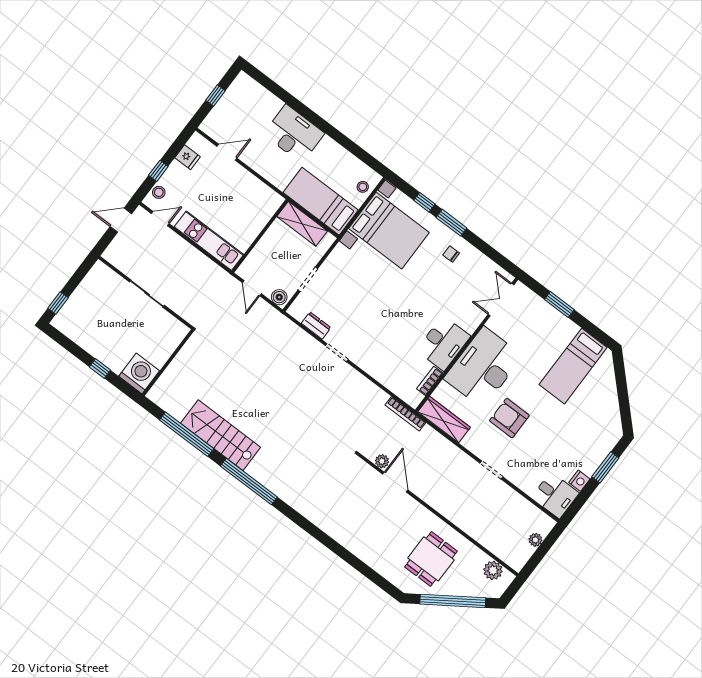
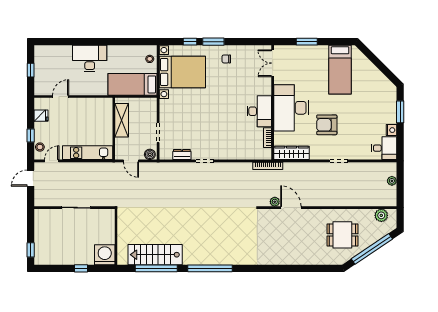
shelving: (302, 224) -> (122, 120), moved, turned 90
stairs: (221, 435) -> (155, 255), moved
dining table: (431, 559) -> (342, 235), turned 90

